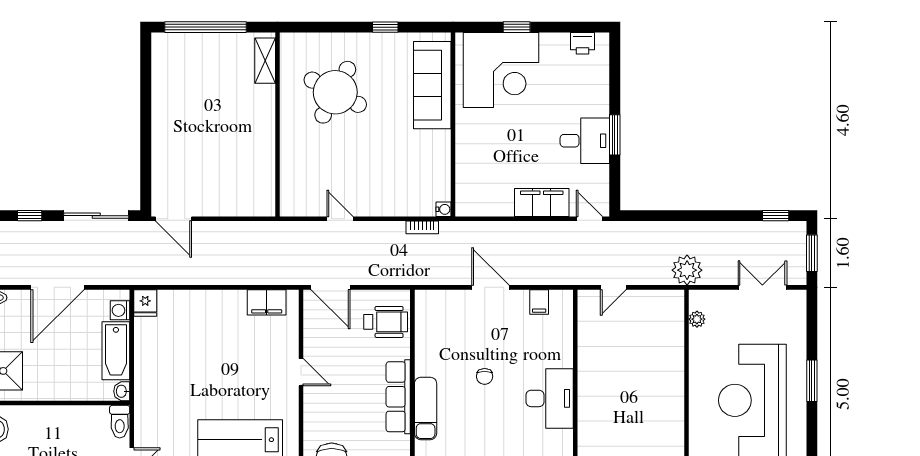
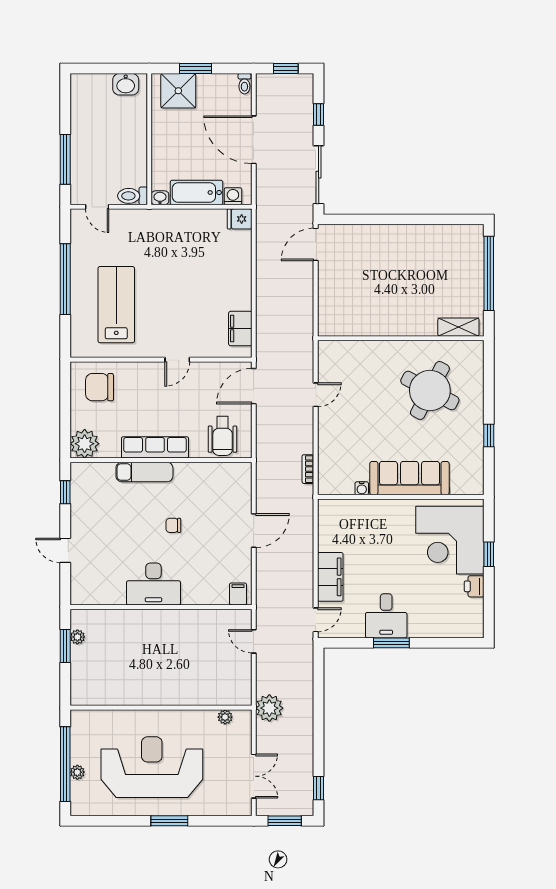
printer: (583, 43) -> (474, 586), moved
sofa: (432, 85) -> (409, 478), moved
water cooler: (444, 209) -> (362, 488), moved
filing cabinet: (539, 302) -> (238, 594), moved, turned 90

